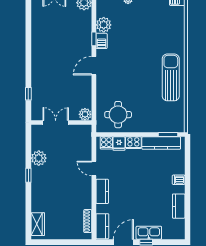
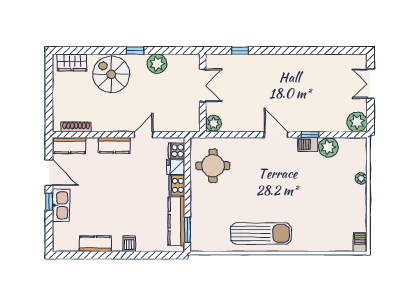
spiral stairs: (47, 194) -> (111, 74), added

